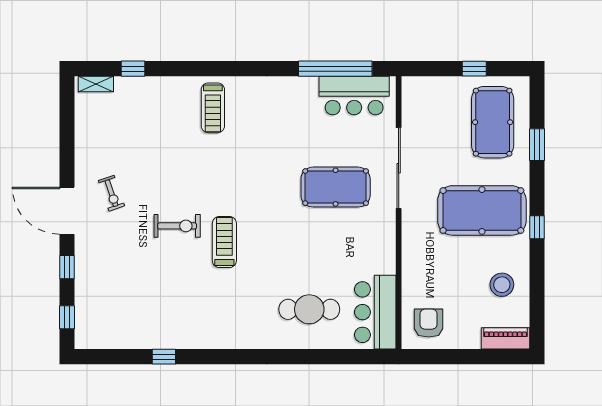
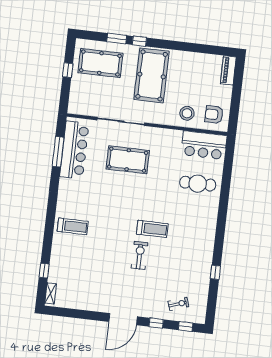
window: (335, 69) -> (58, 152), width x0.68
bar counter: (354, 96) -> (74, 150), width x1.36
pool table: (336, 187) -> (128, 160), turned 90
exercise bike: (112, 193) -> (178, 304), moved
window: (537, 227) -> (139, 41), moved
treadmill: (224, 242) -> (152, 229), turned 180
stool: (502, 285) -> (187, 113), moved
cafe table: (309, 309) -> (198, 184), turned 90

